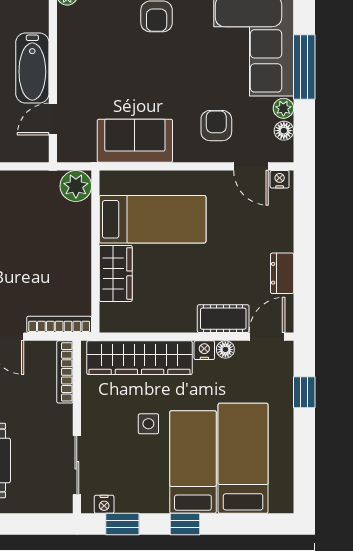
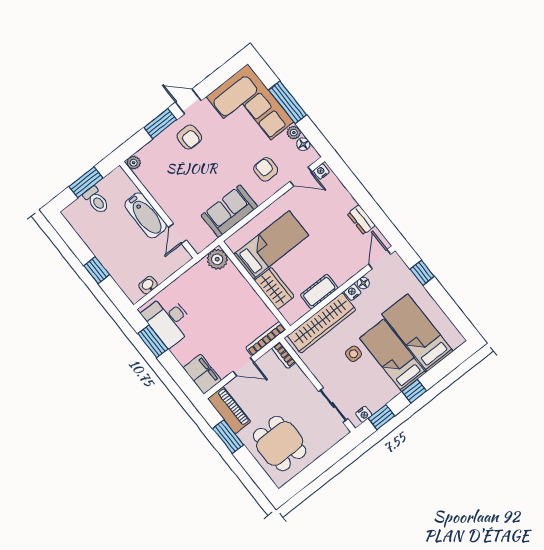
cot: (223, 319) -> (319, 292), moved
bookcase: (65, 372) -> (284, 355), width x0.64

